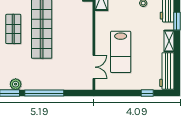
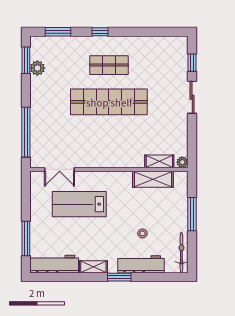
window: (44, 93) -> (26, 132), moved
window: (147, 93) -> (26, 239), width x2.17

